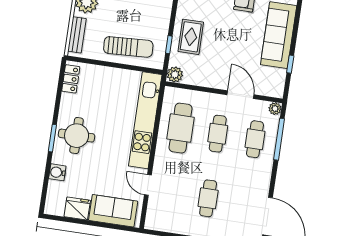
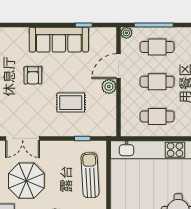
rug: (191, 37) -> (71, 103), moved
plant: (175, 75) -> (109, 87), moved
cafe table: (181, 128) -> (157, 116), width x0.73, depth x0.74

